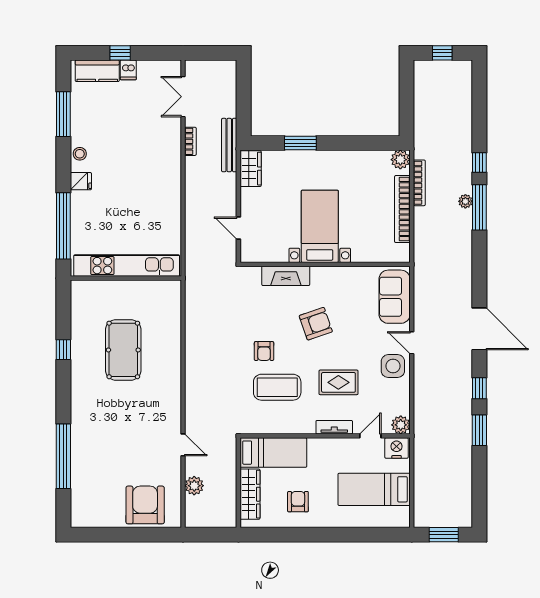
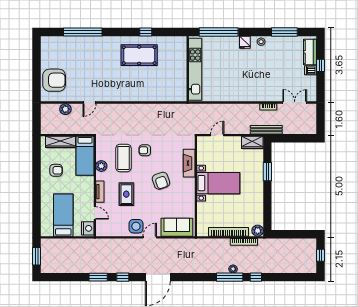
pool table: (123, 350) -> (139, 55), moved
plant: (401, 425) -> (101, 166), moved

